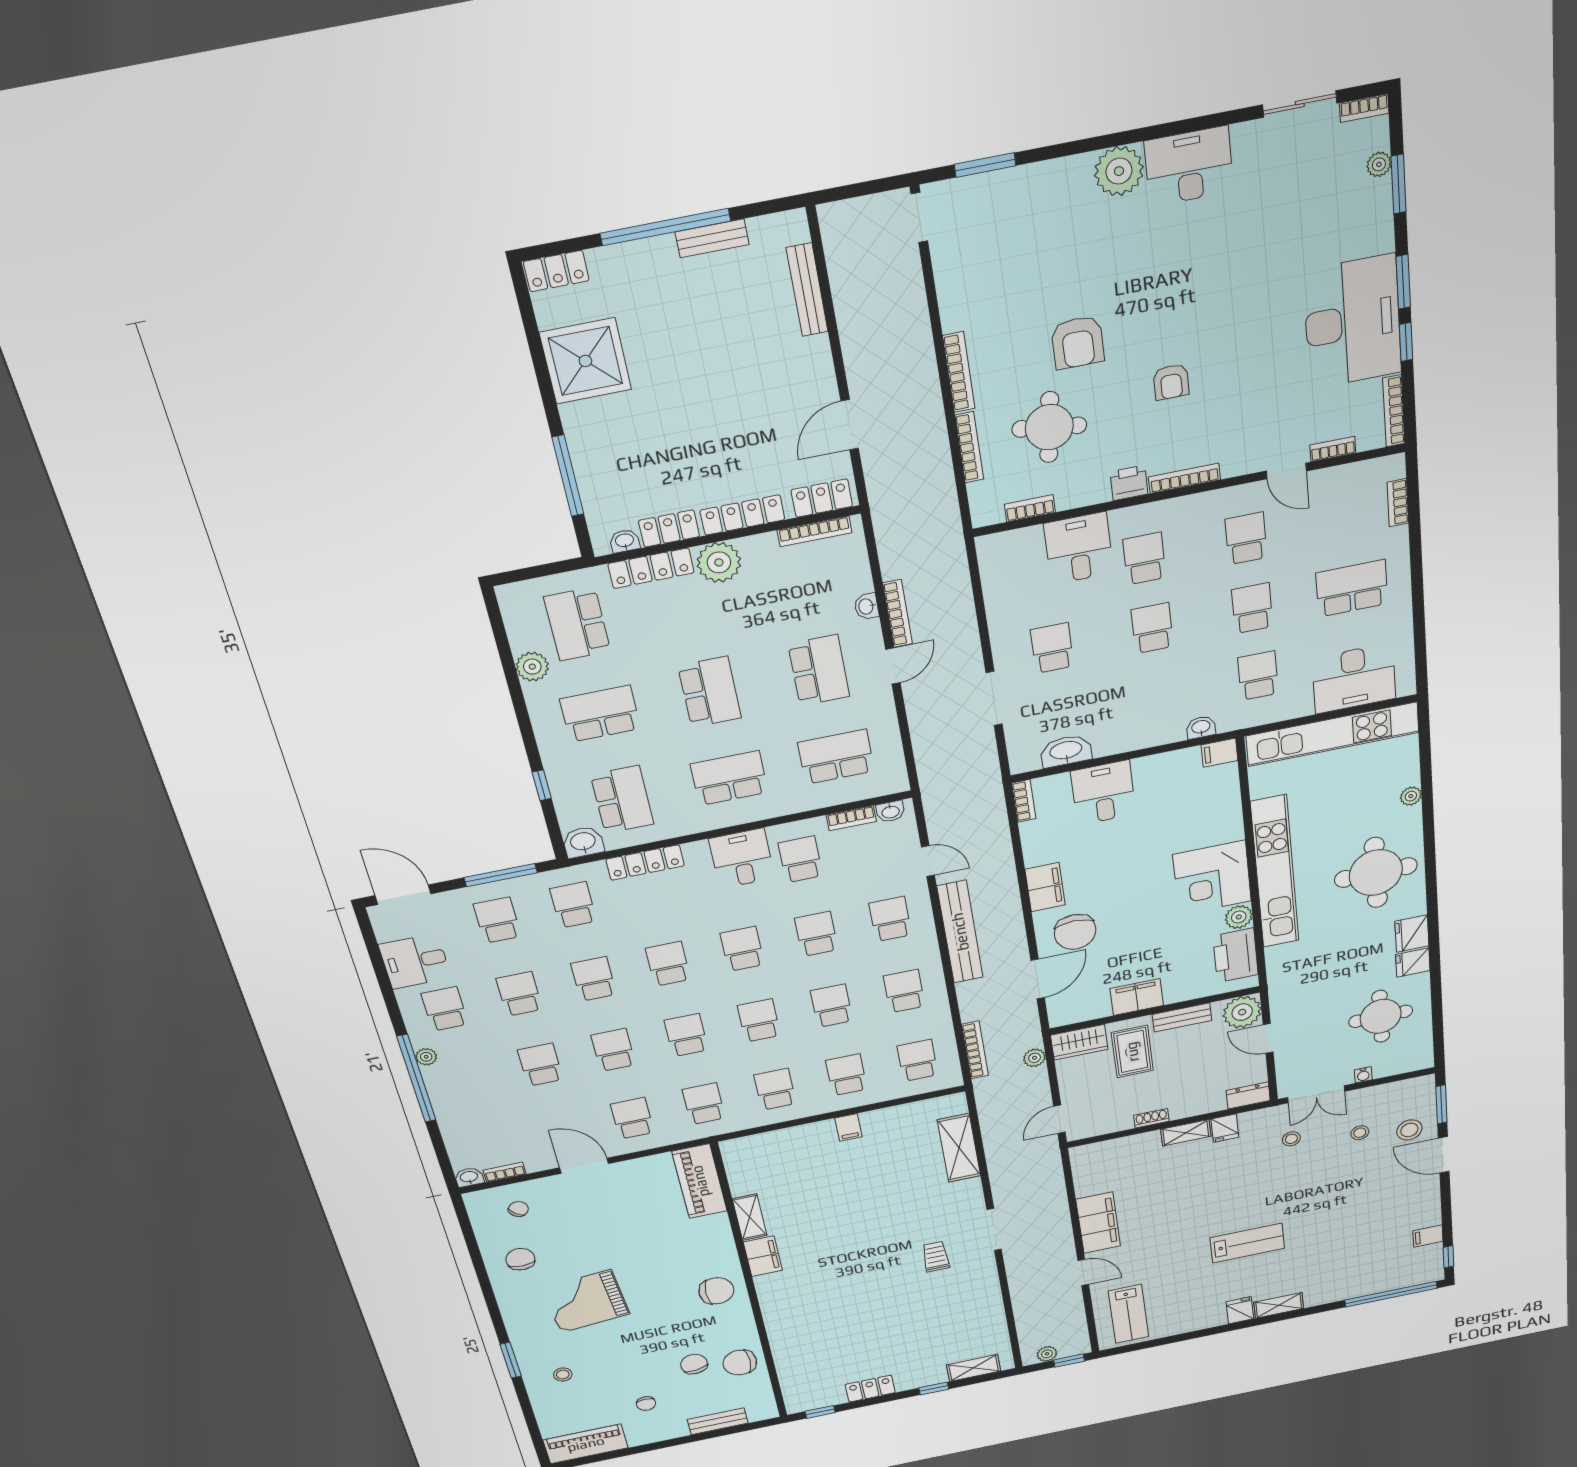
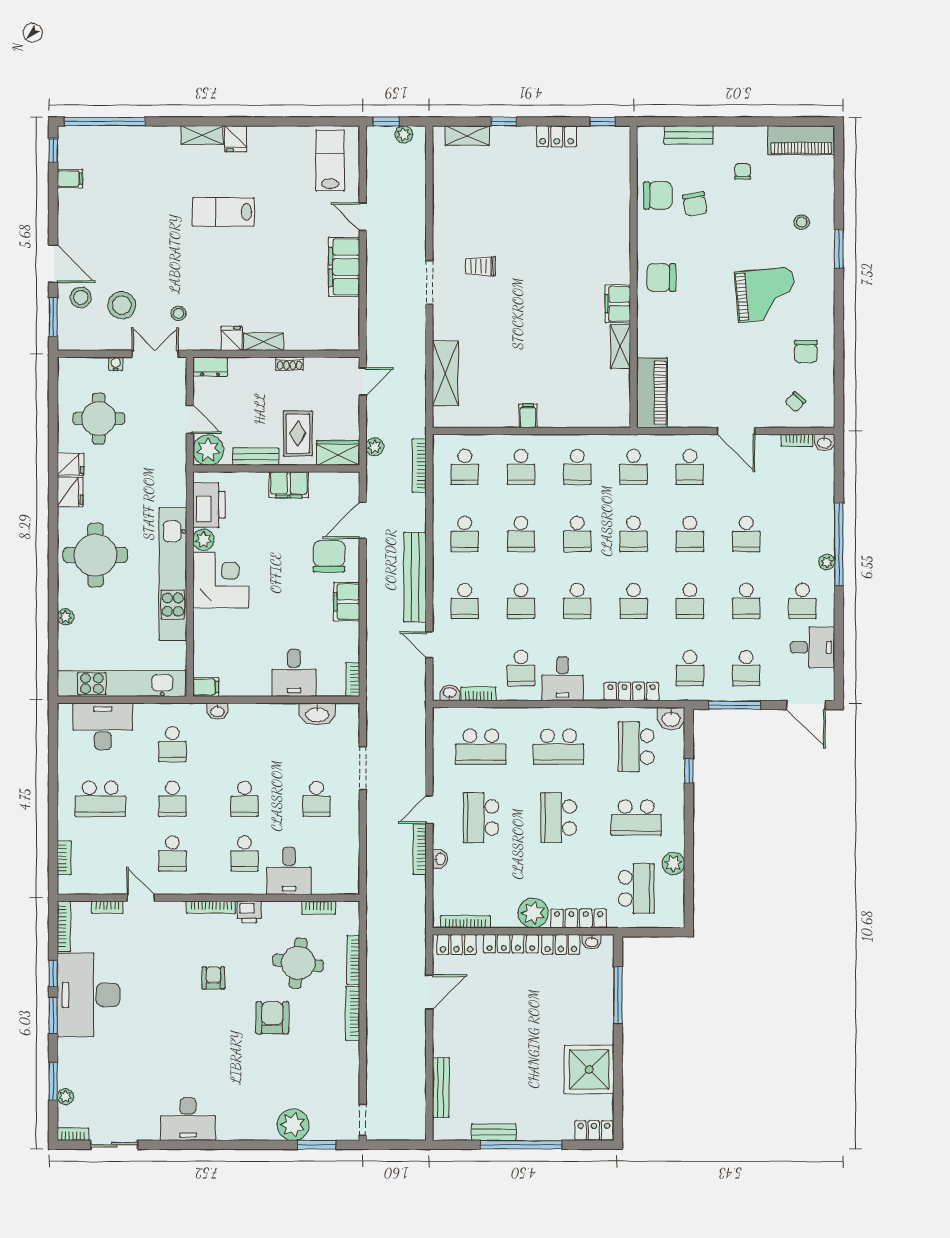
plant: (1119, 171) -> (293, 1125), moved
stool: (1360, 1133) -> (122, 305), width x1.89, depth x1.89
trolley: (936, 1257) -> (480, 266), turned 90

